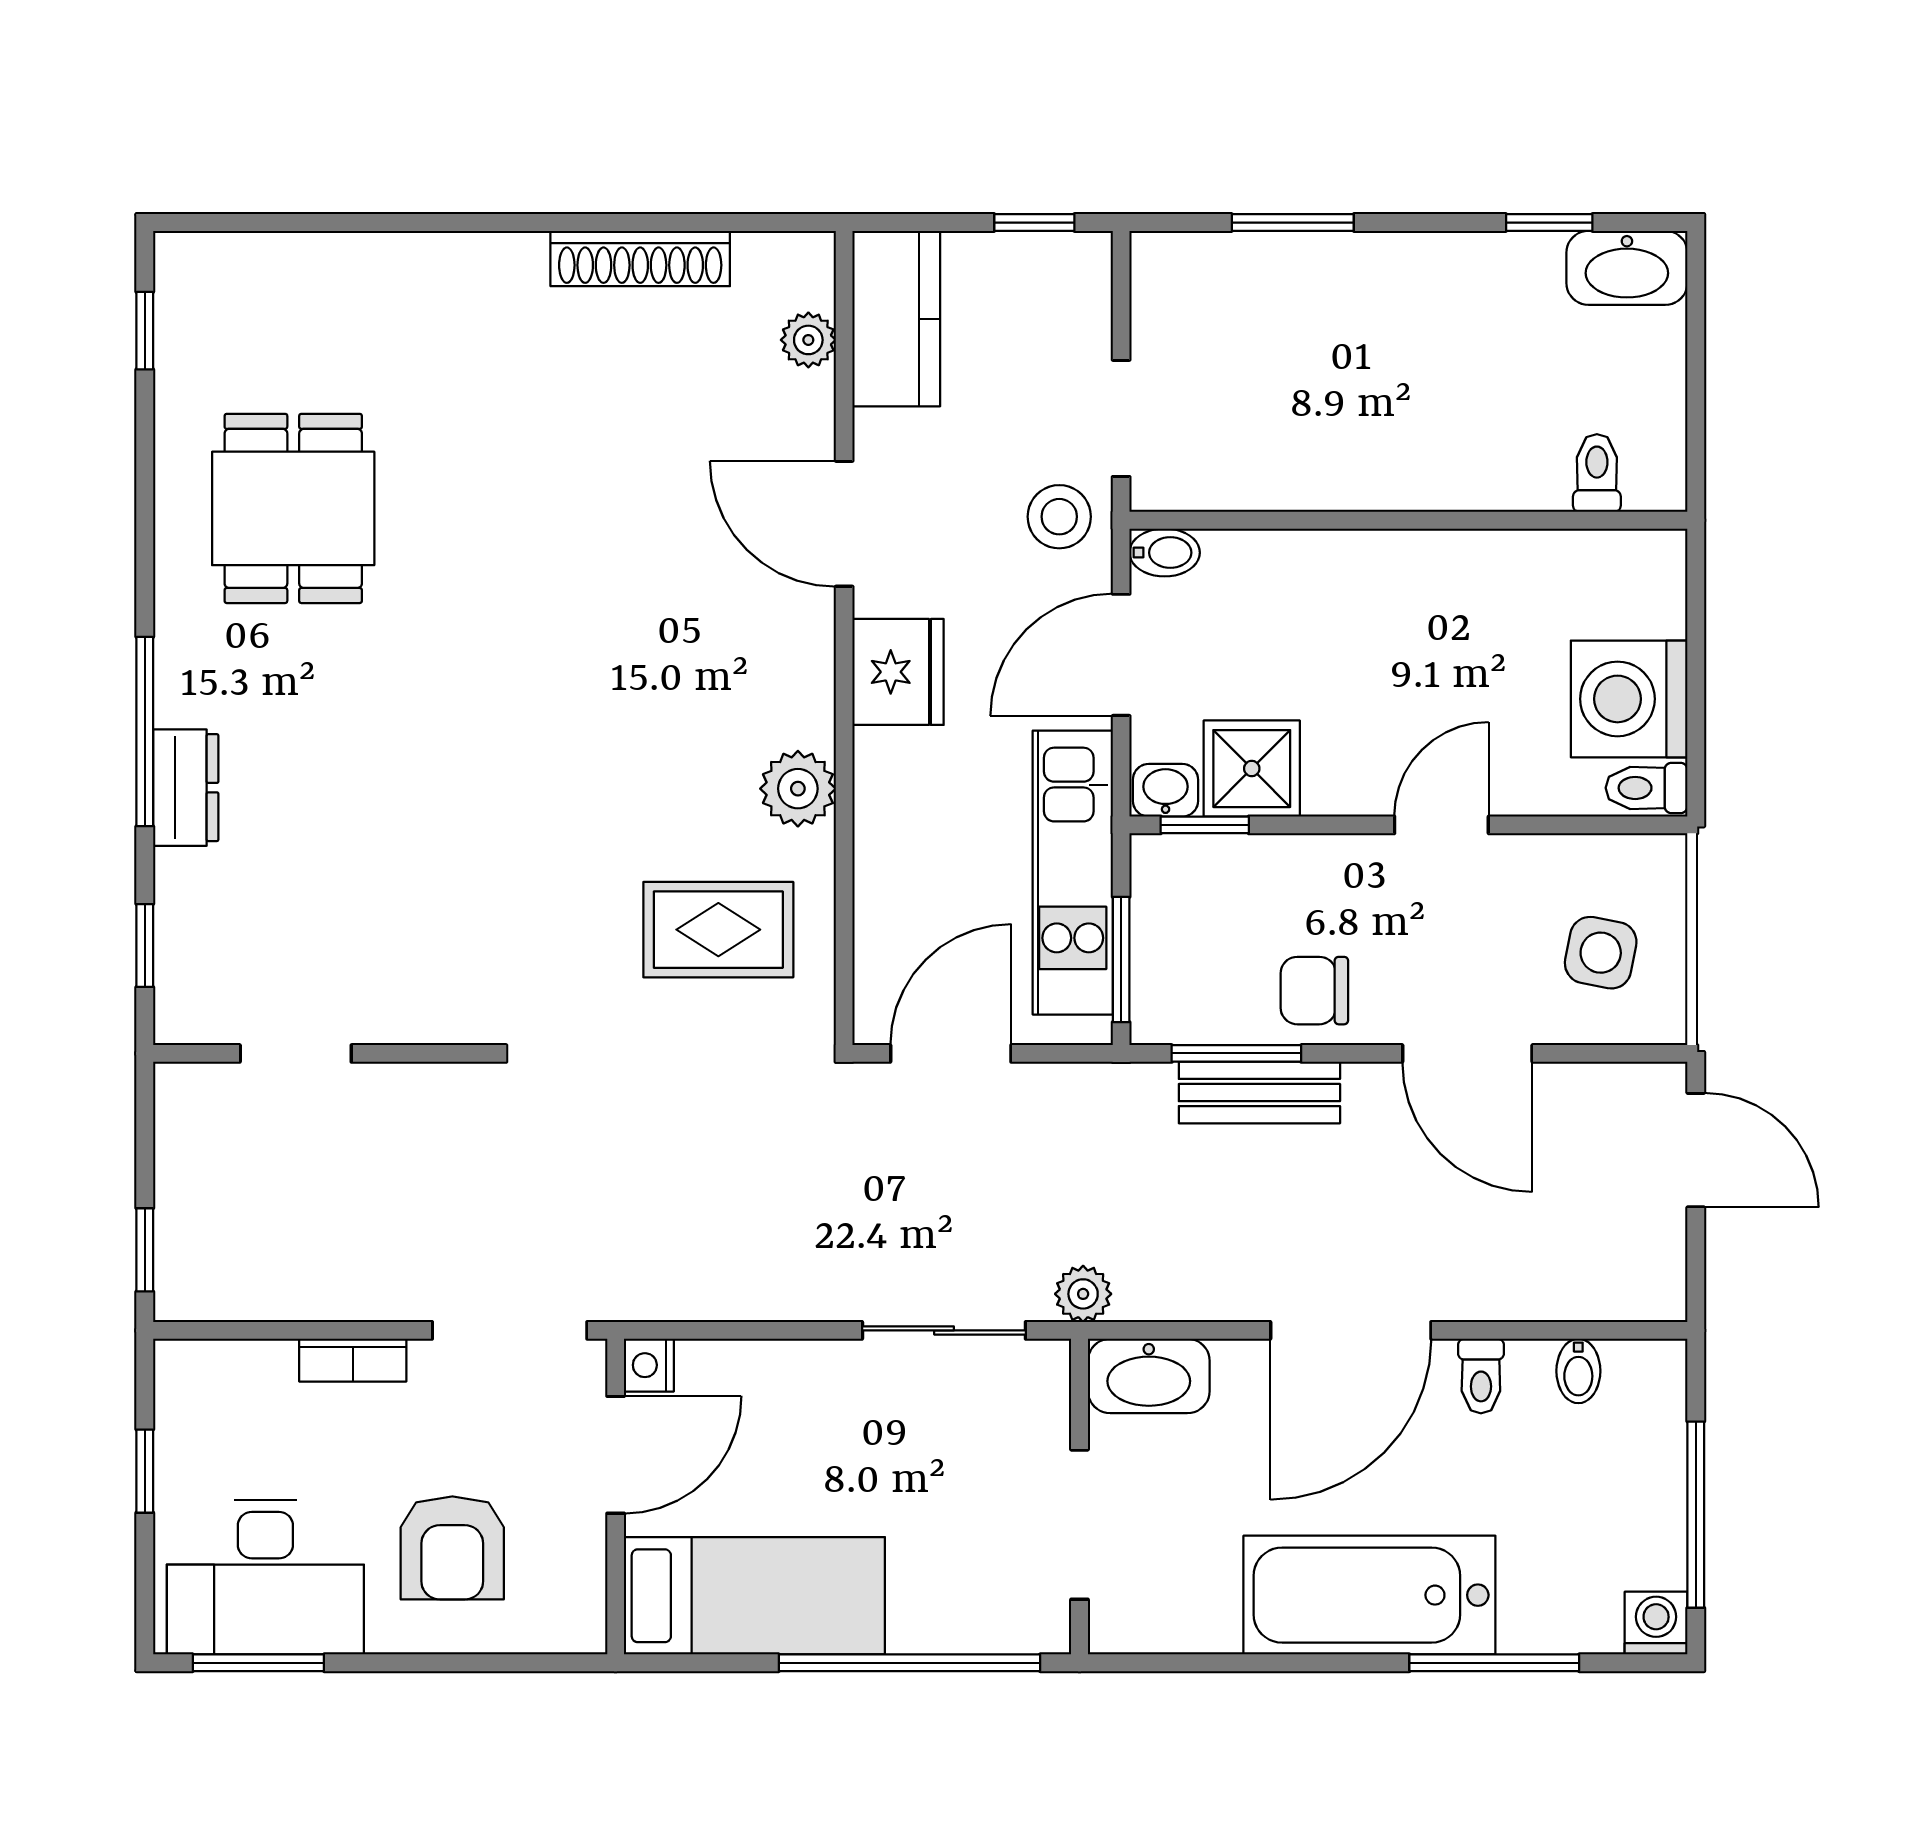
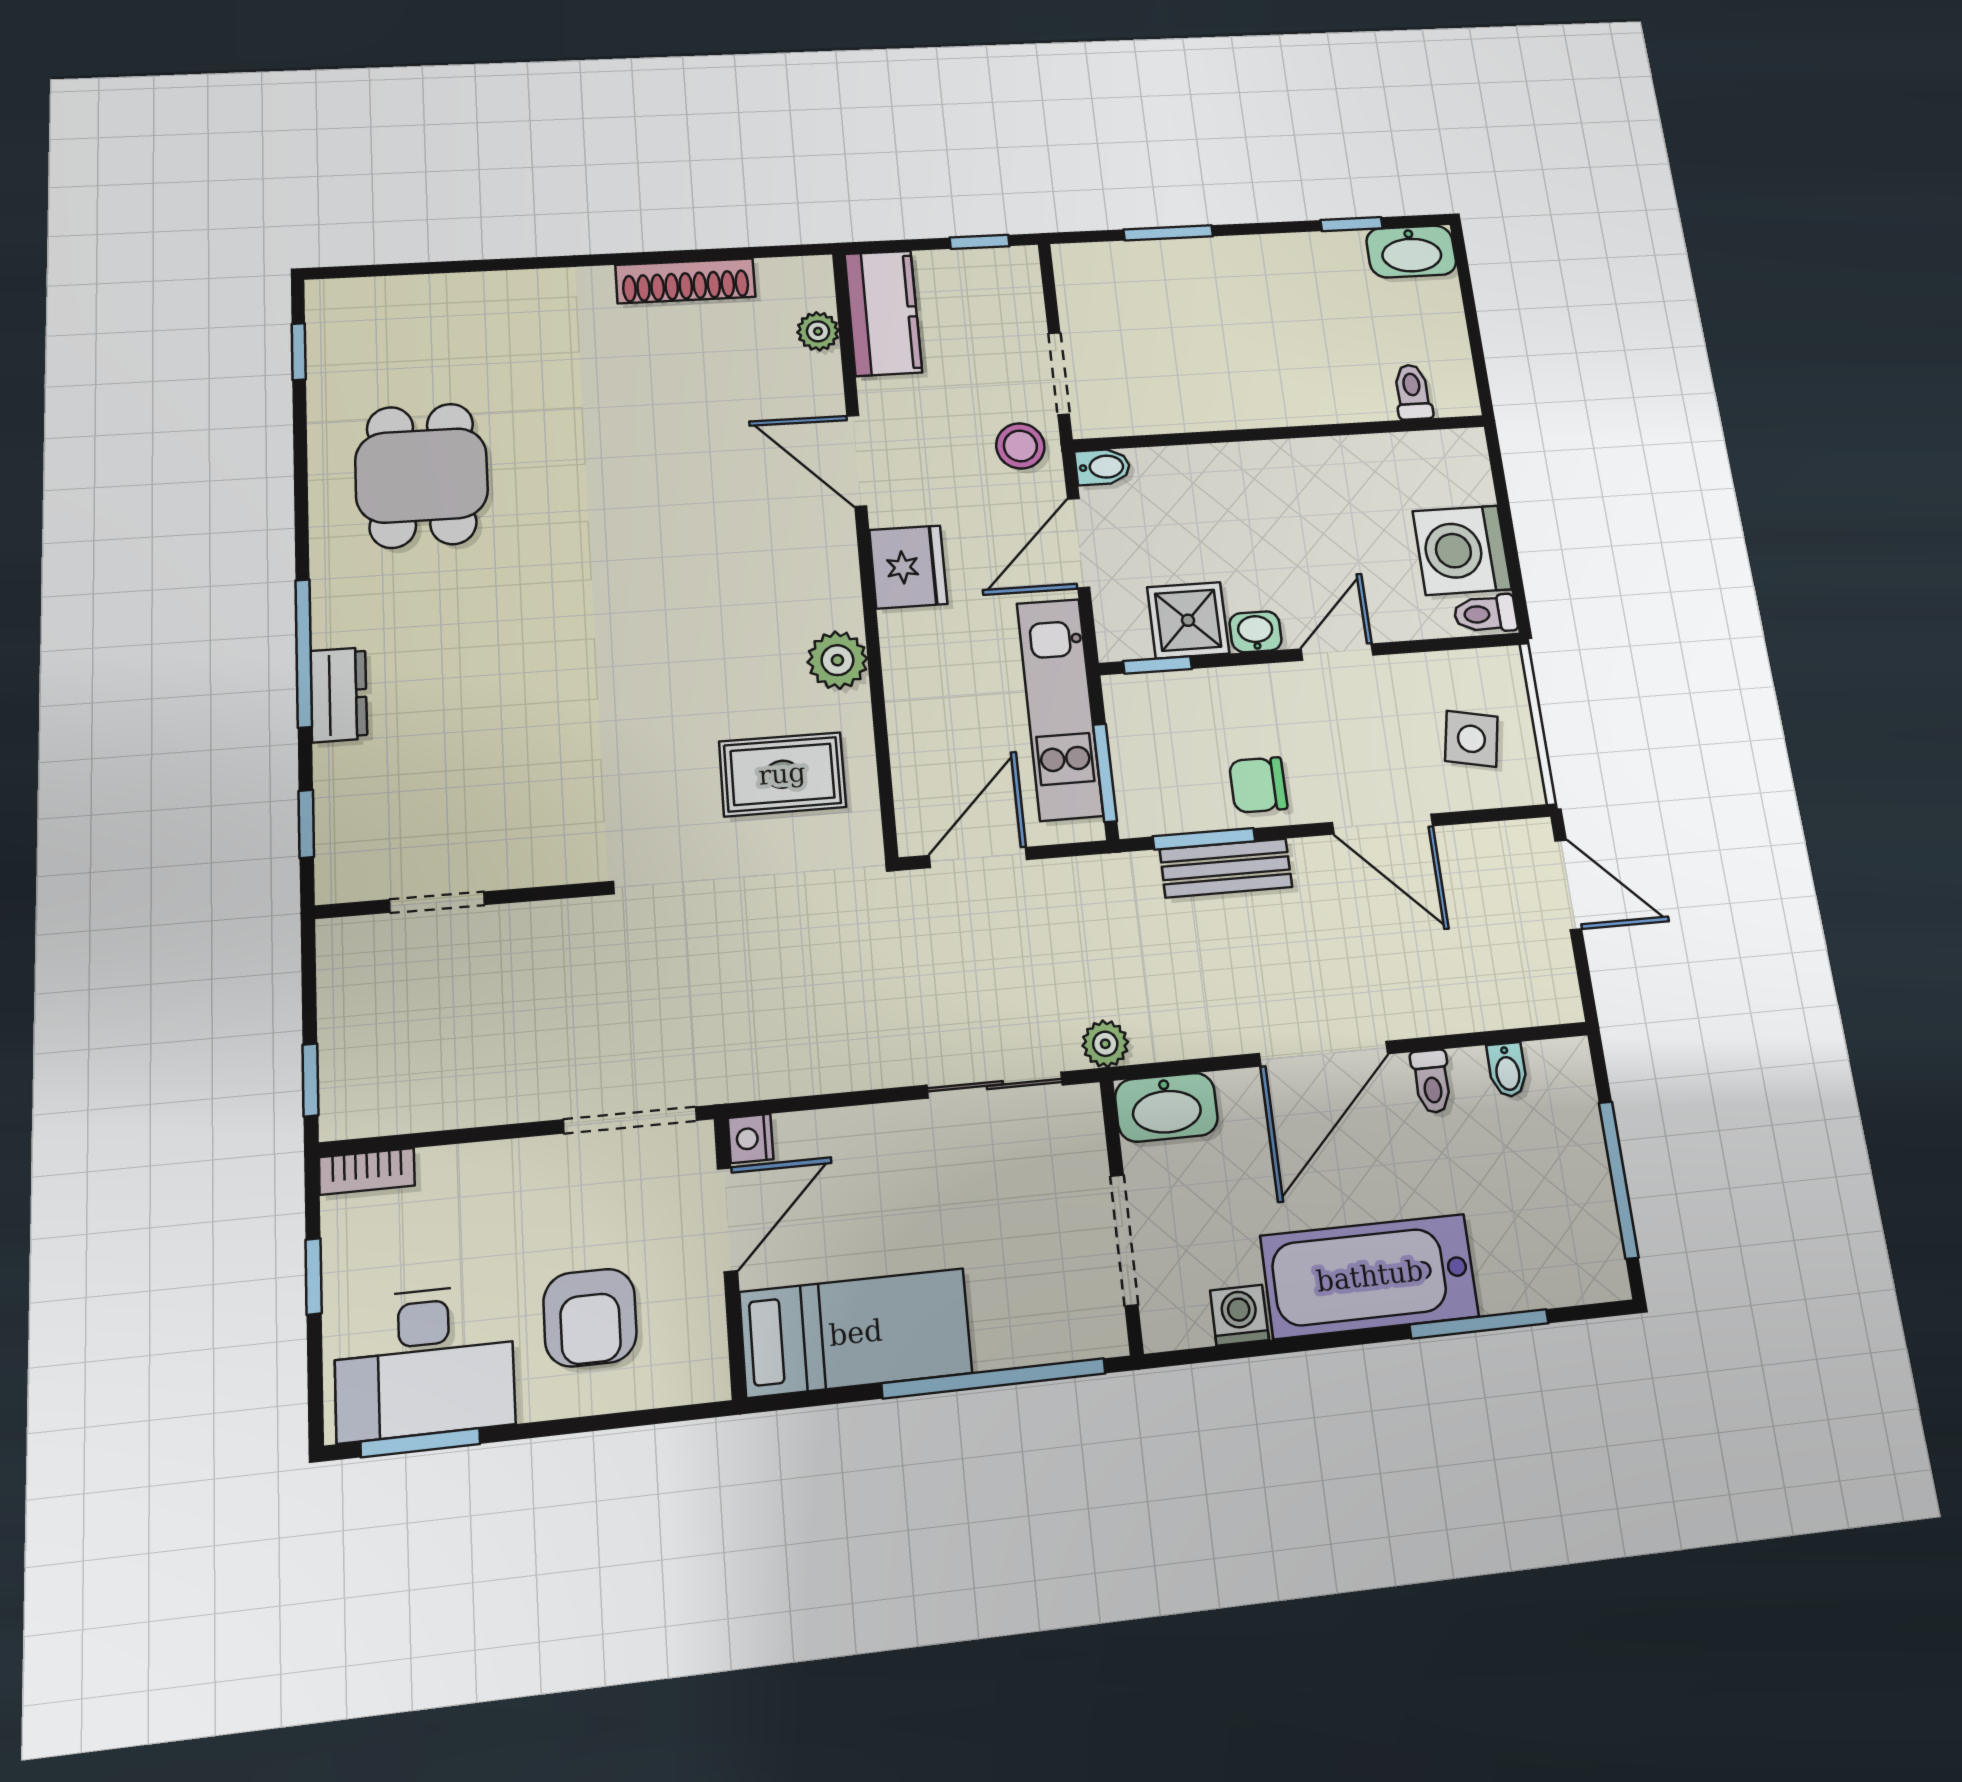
washbasin: (1166, 790) -> (1256, 632), moved
bookcase: (353, 1360) -> (367, 1171), moved
washing machine: (1656, 1623) -> (1239, 1315), moved

